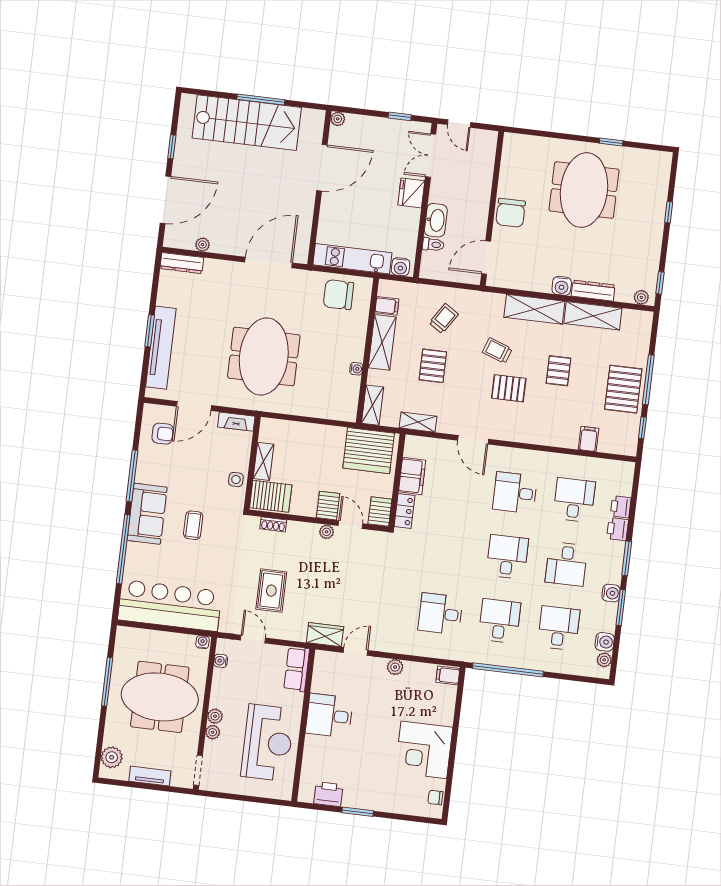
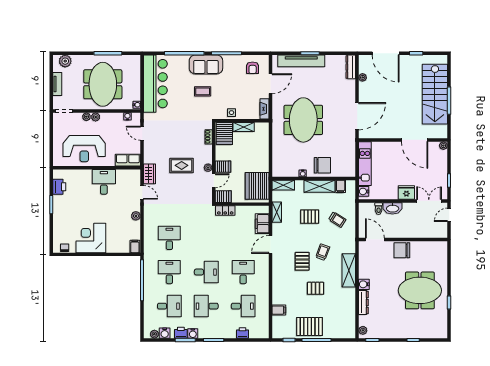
door: (269, 262) -> (357, 116), hinge flipped
chair: (338, 295) -> (322, 165), moved, turned 90
shelving: (593, 316) -> (349, 304), removed
meeting table: (264, 356) -> (303, 120), turned 90
door: (194, 406) -> (270, 84), swing flipped
filing cabinet: (412, 476) -> (262, 224), moved, turned 90
printer: (618, 529) -> (181, 333), moved
rug: (271, 591) -> (182, 165), moved
desk: (500, 621) -> (169, 272), turned -90
door: (253, 639) -> (142, 133), swing flipped

